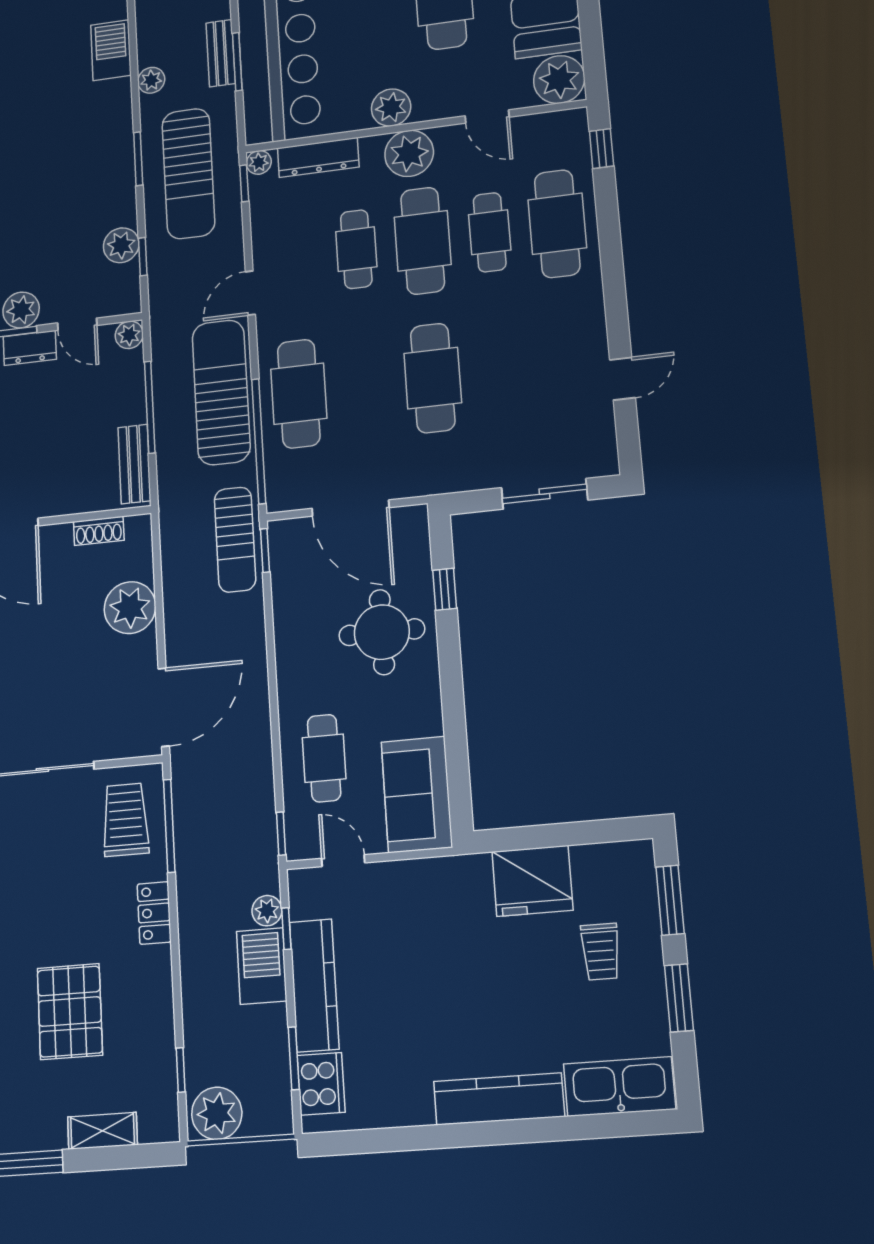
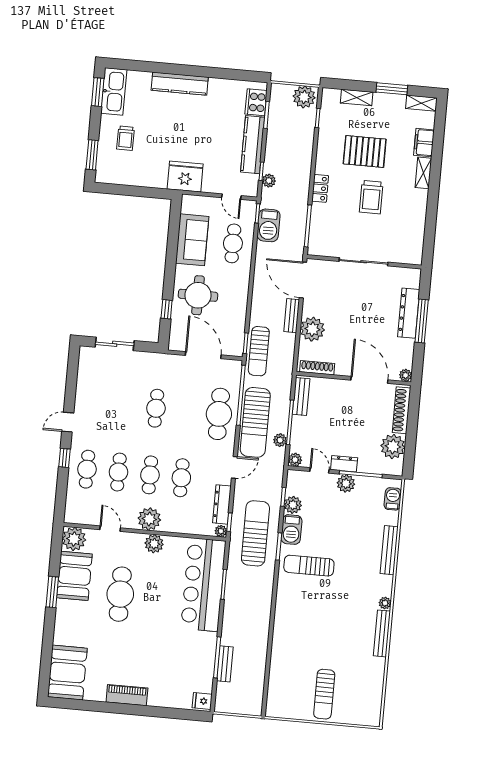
barbecue: (111, 50) -> (291, 530), moved
bench: (221, 53) -> (292, 316), moved
plant: (151, 80) -> (280, 440), moved
sun lounger: (73, 136) -> (309, 566), added
window: (602, 149) -> (64, 458), moved
dresser: (318, 157) -> (222, 504), moved, turned -90
cafe table: (557, 224) -> (87, 469), width x0.73, depth x0.74
cafe table: (423, 241) -> (150, 475), width x0.73, depth x0.74
cafe table: (433, 378) -> (156, 408), width x0.73, depth x0.74
door: (623, 379) -> (68, 422), moved
shoe rack: (99, 531) -> (317, 368), width x1.43
sun lounger: (235, 540) -> (259, 351), turned 180
door: (164, 707) -> (303, 280), hinge flipped
sofa: (417, 794) -> (192, 240), moved
trolley: (125, 820) -> (371, 197), moved
fridge: (532, 881) -> (185, 177), moved
trolley: (601, 952) -> (125, 138), turned 180
barbecue: (262, 966) -> (269, 225), moved
window: (679, 998) -> (98, 92), moved
pallet: (70, 1012) -> (365, 151), turned 90
kitchen sink: (619, 1087) -> (114, 91), moved, turned -90

